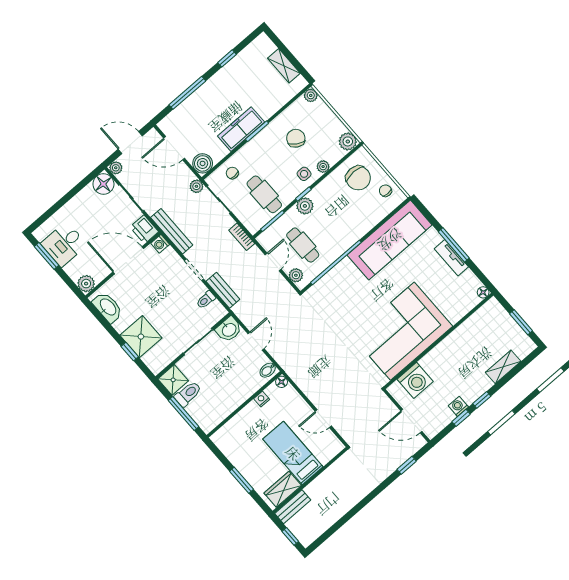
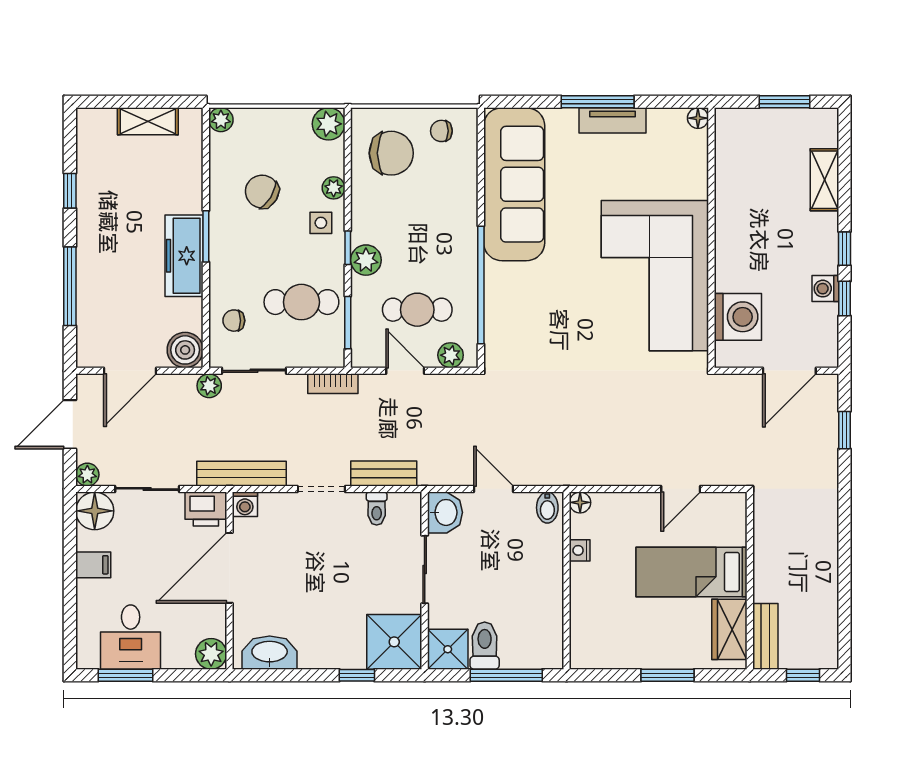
filing cabinet: (81, 203) -> (93, 565), added
shower: (141, 337) -> (394, 642), moved

